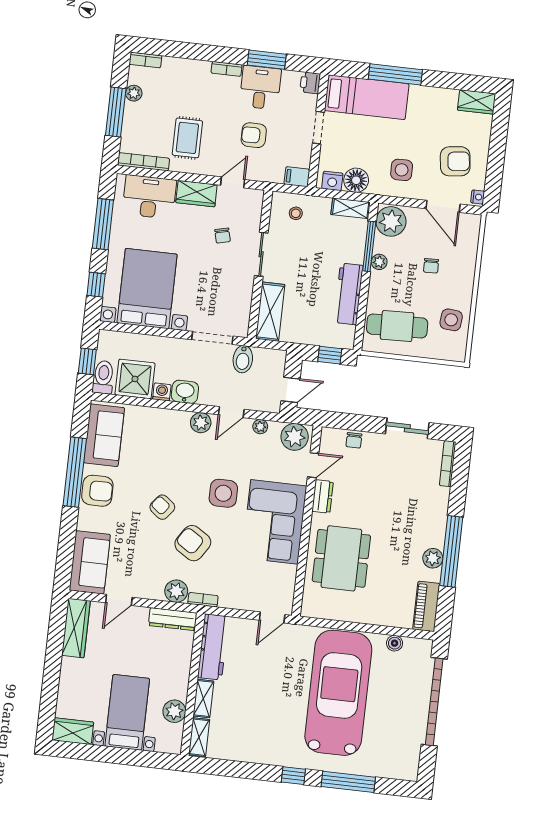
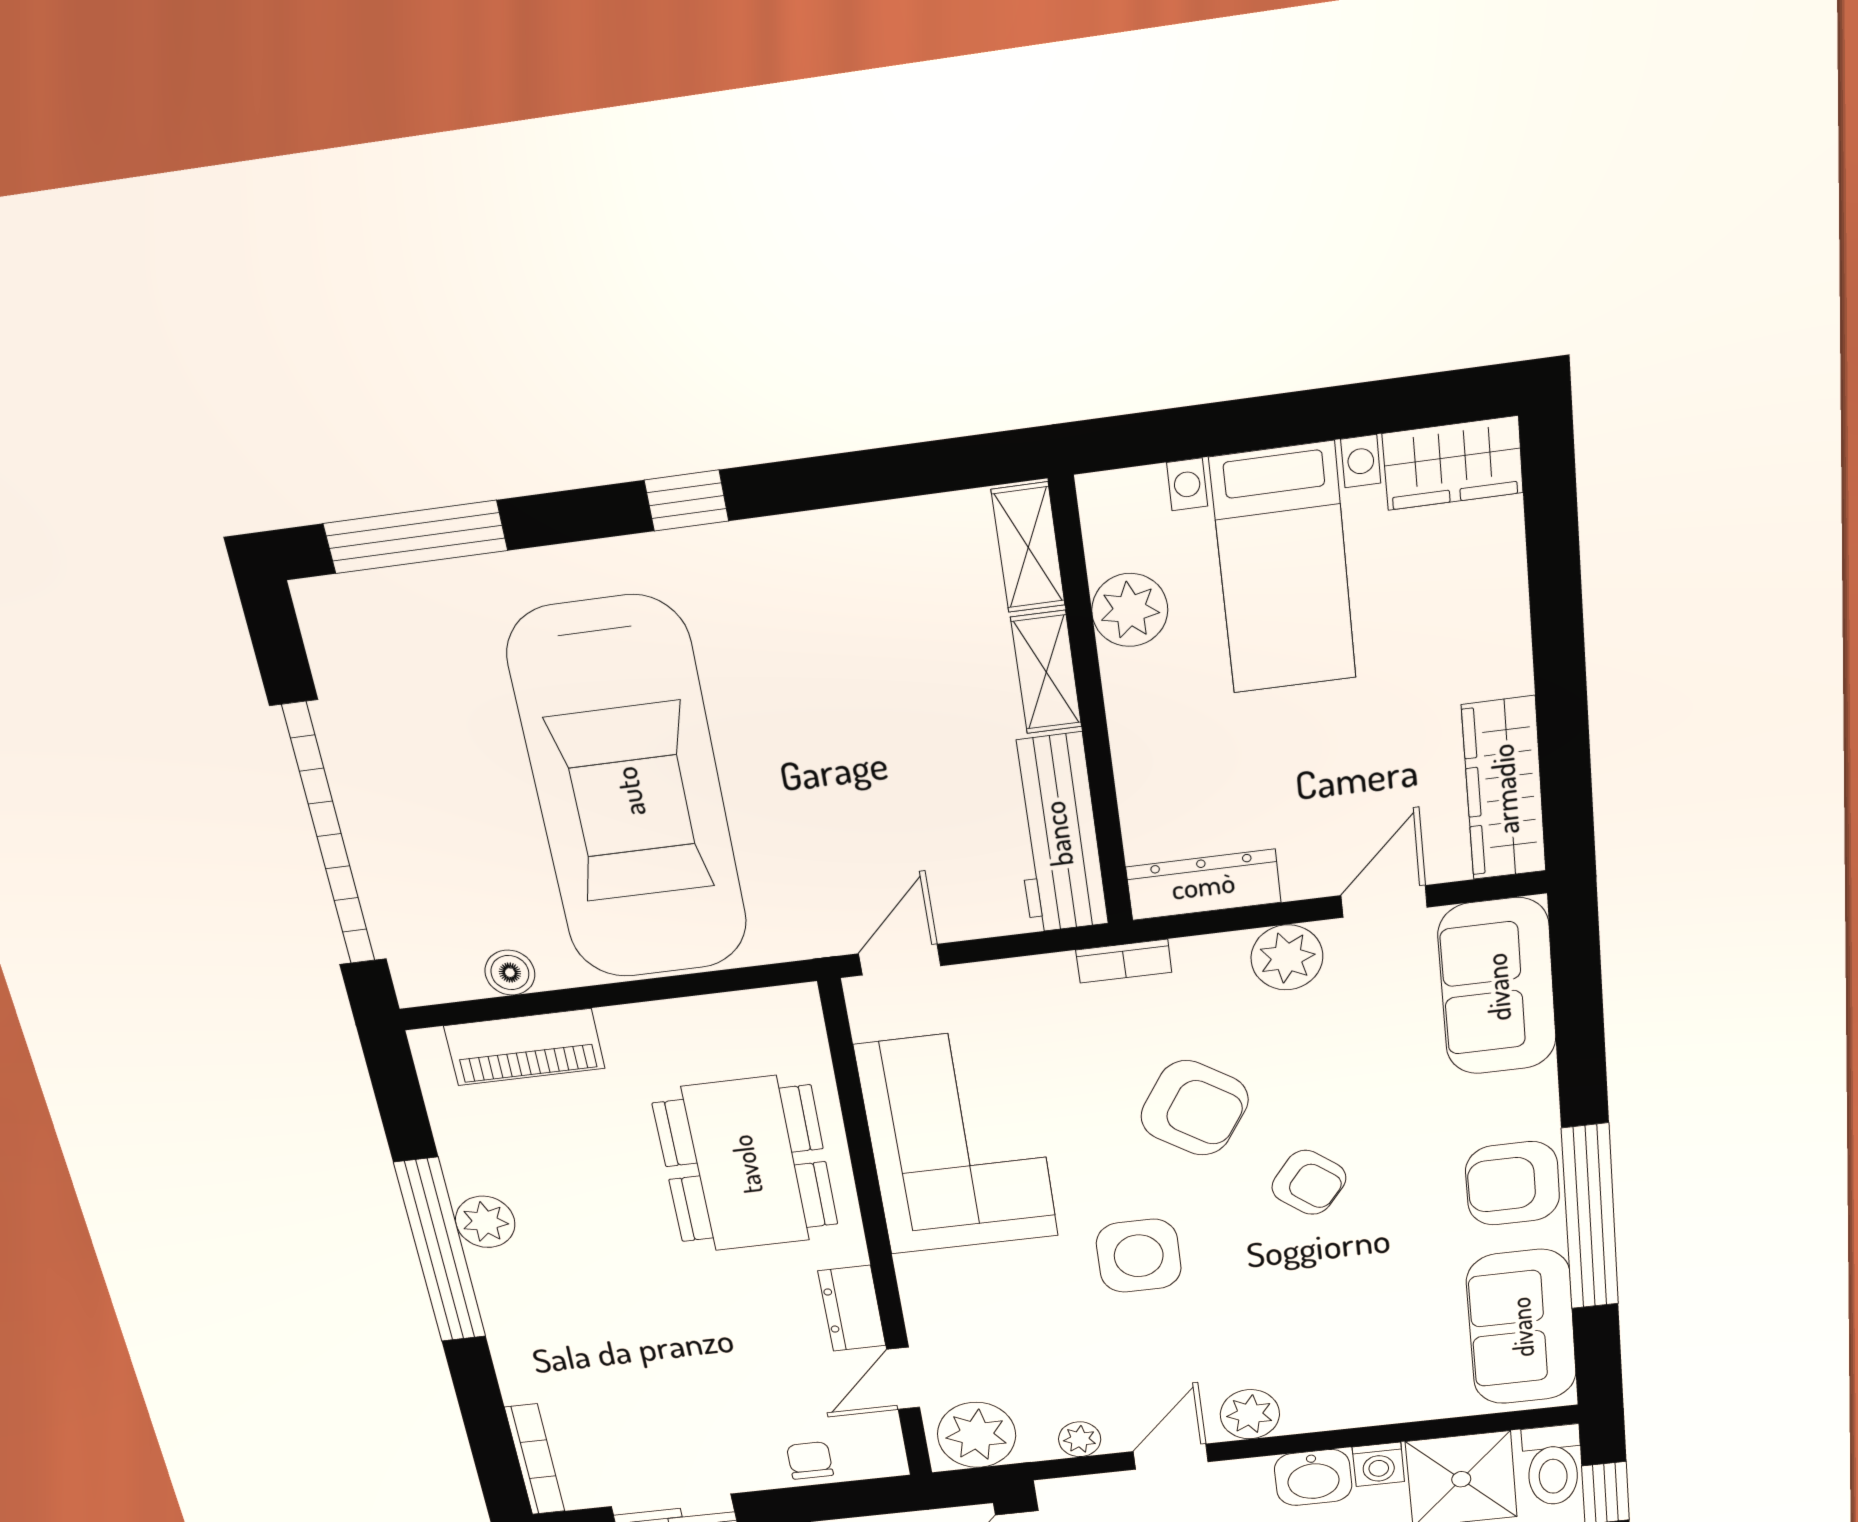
corner sofa: (274, 522) -> (957, 1141), moved
plant: (176, 591) -> (1287, 957), moved
piano: (426, 606) -> (524, 1047), moved, turned 90
window: (348, 782) -> (415, 537), moved

